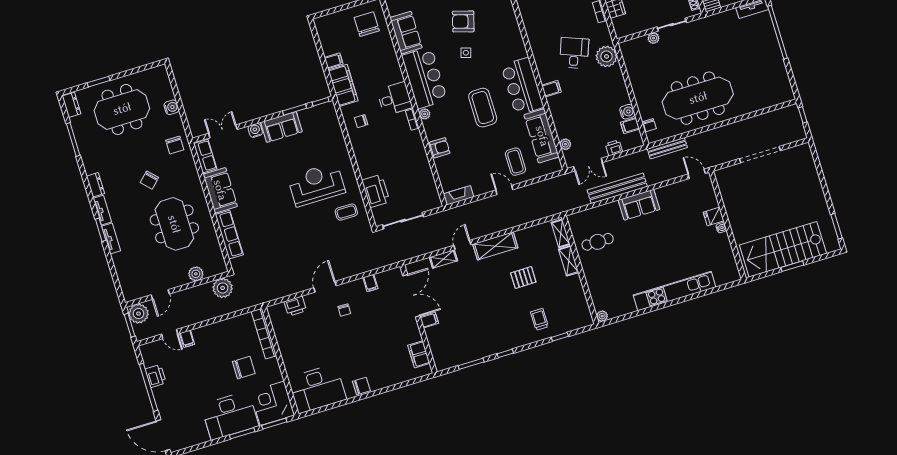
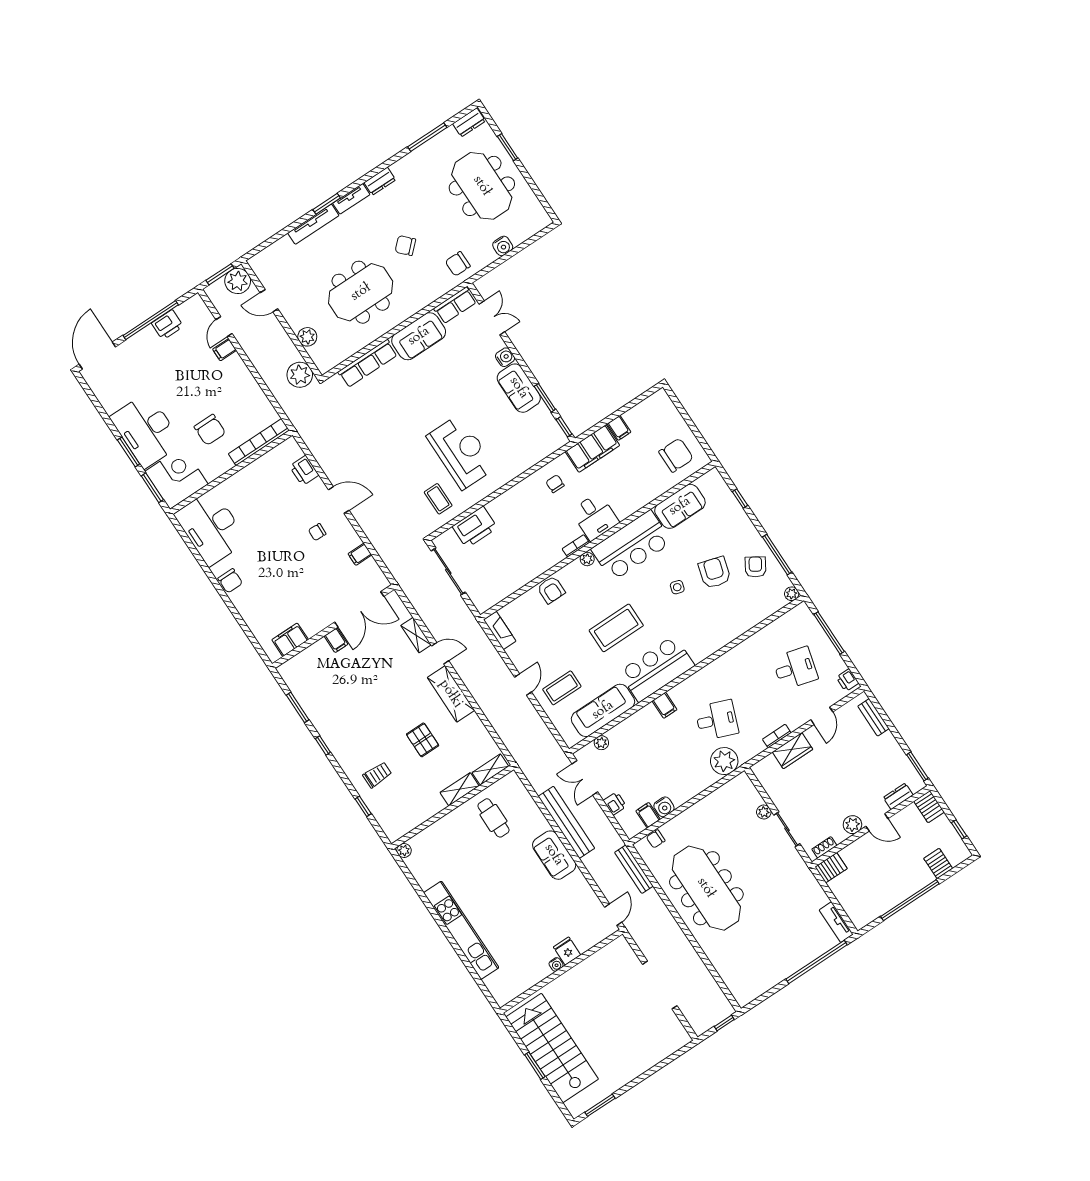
tv unit: (111, 238) -> (313, 224), width x1.41

